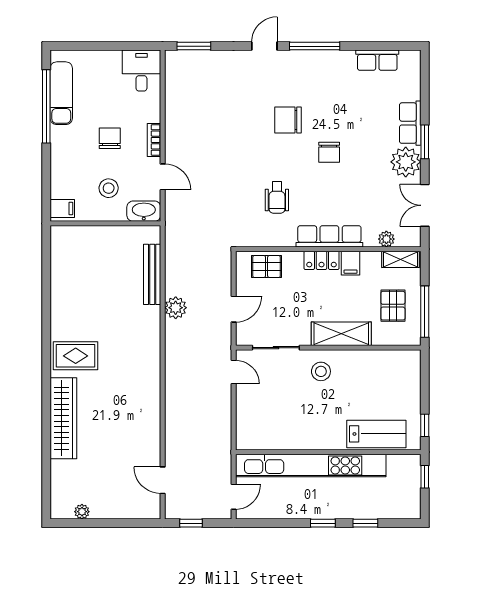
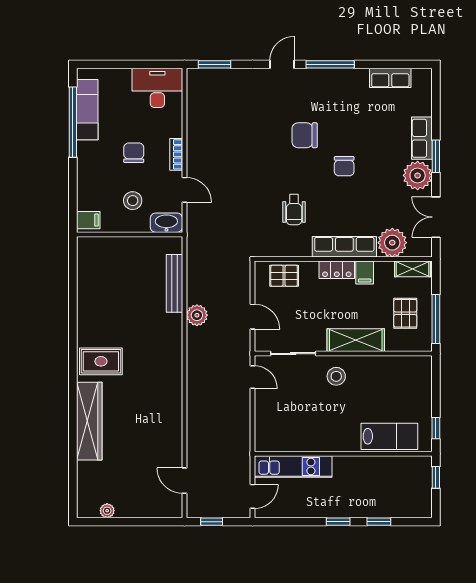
desk: (141, 71) -> (157, 88), width x1.37
plant: (386, 239) -> (392, 243), width x1.87, depth x1.87
door: (234, 309) -> (252, 317), hinge flipped
kitchen unit: (311, 465) -> (293, 466), width x0.54

